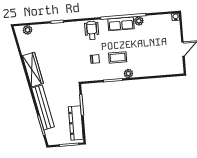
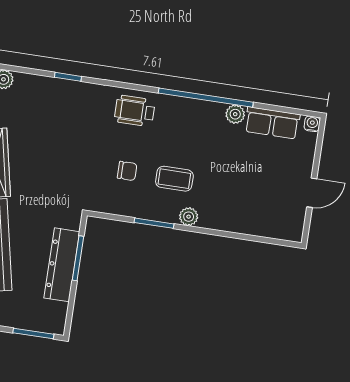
row of seats: (121, 24) -> (272, 123), moved
wheelchair: (92, 30) -> (135, 111), turned -90
dresser: (76, 123) -> (62, 265), moved

